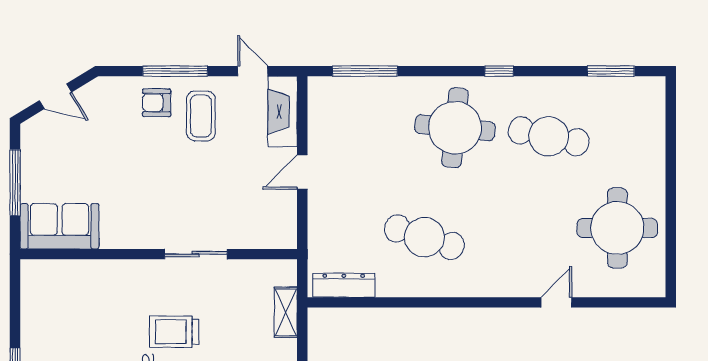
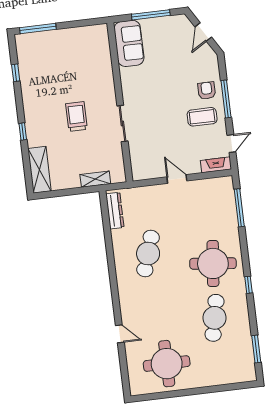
fireplace: (283, 112) -> (216, 165), width x0.73, depth x0.76

